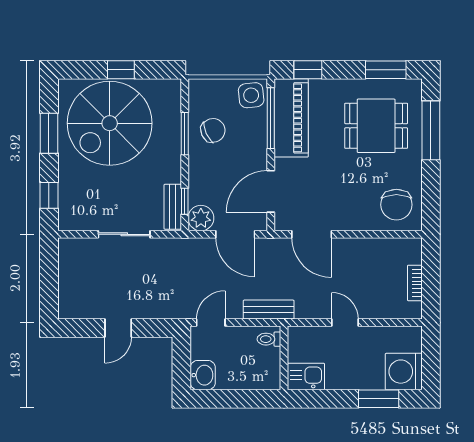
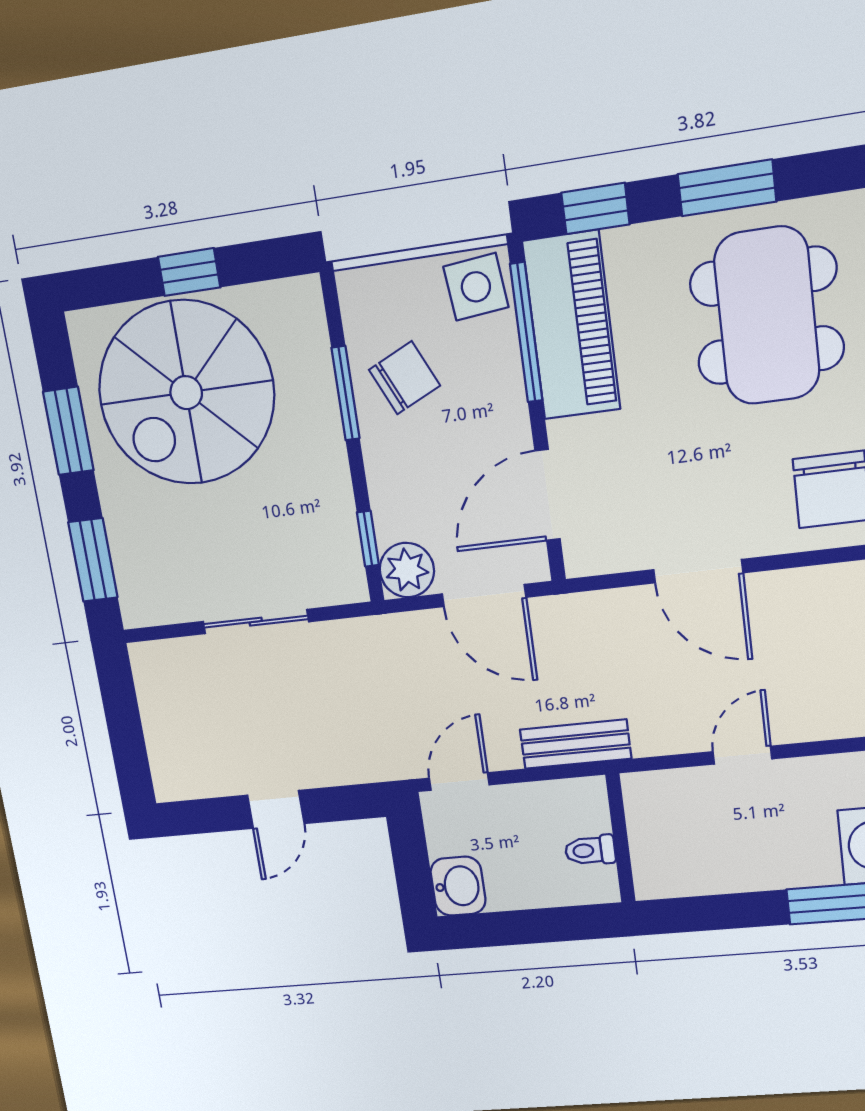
window: (386, 70) -> (727, 188), moved
dining table: (376, 126) -> (767, 316), width x1.37
window: (49, 195) -> (93, 560), width x1.50
bench: (173, 207) -> (345, 553), removed
door: (312, 234) -> (698, 571), moved
door: (345, 323) -> (742, 755), hinge flipped
toilet: (269, 339) -> (590, 850), moved
kitchen sink: (306, 376) -> (671, 872), removed

